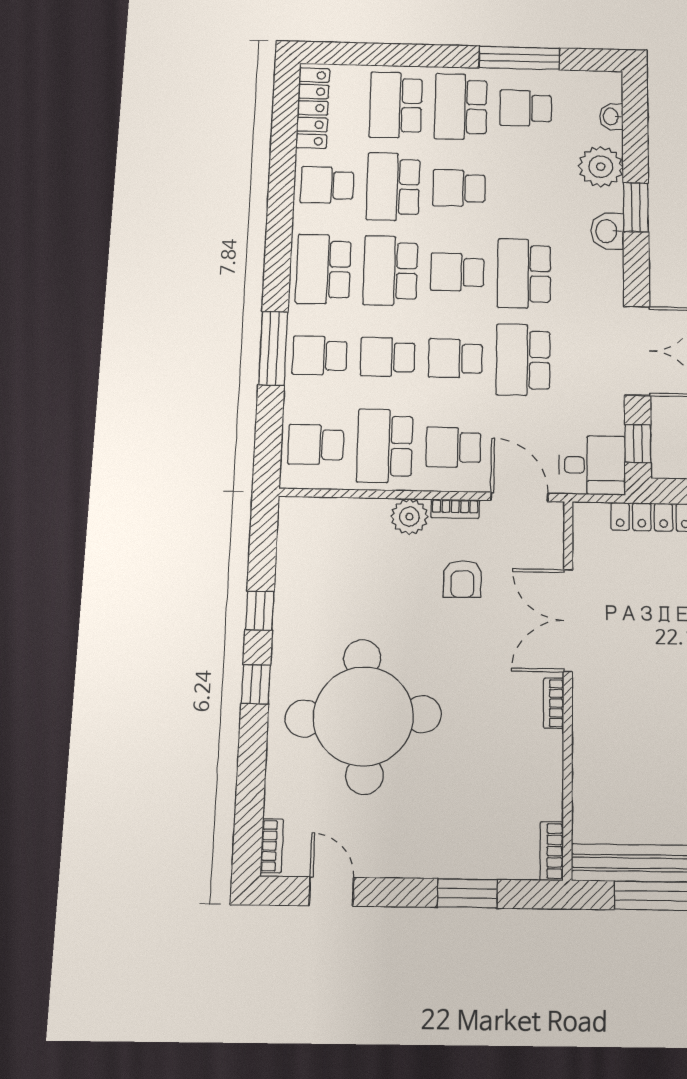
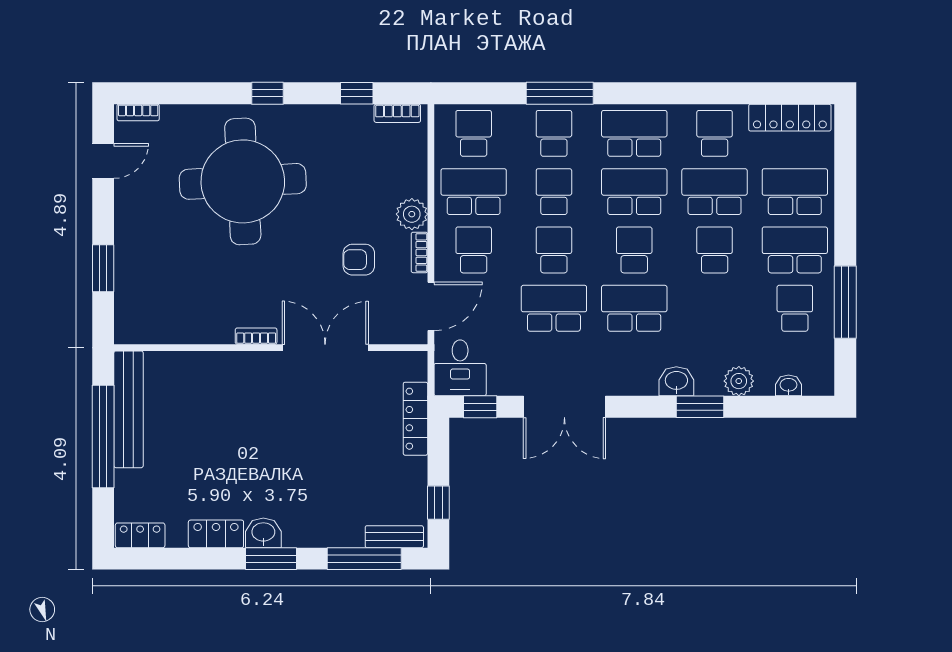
plant: (601, 167) -> (739, 381), width x0.73, depth x0.73
window: (260, 611) -> (357, 93), moved
bookcase: (552, 851) -> (397, 113), moved, turned 180

